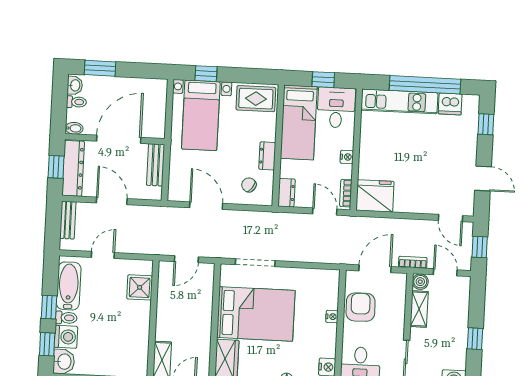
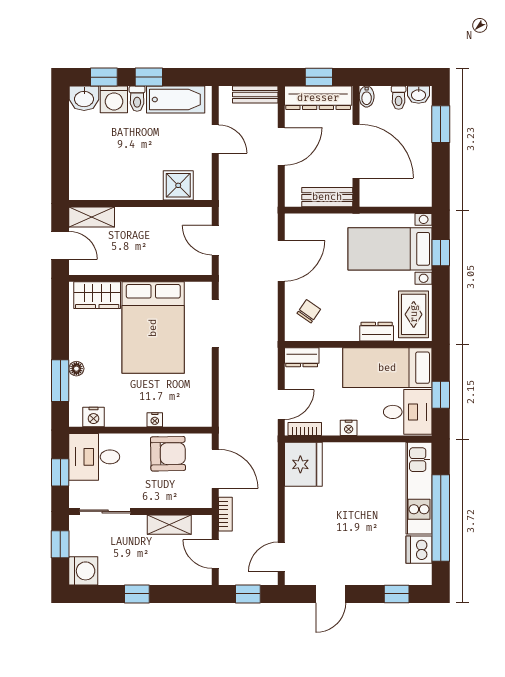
dresser: (267, 156) -> (377, 332), moved
door: (445, 272) -> (215, 554), swing flipped
boiler: (420, 282) -> (202, 524), removed

